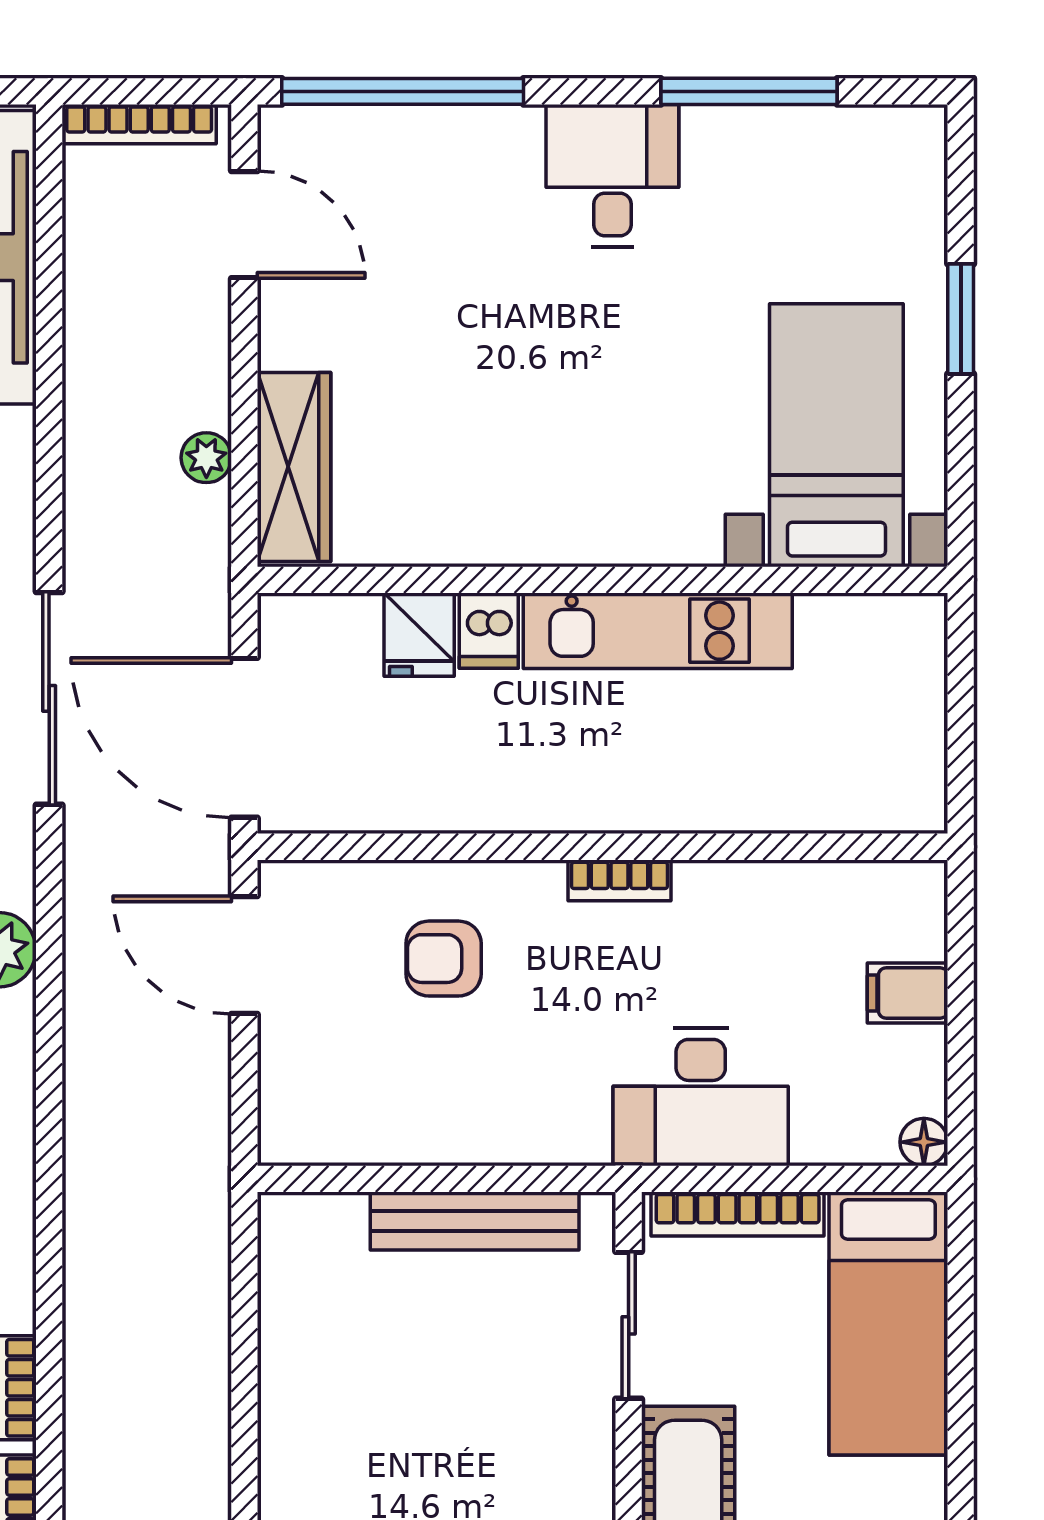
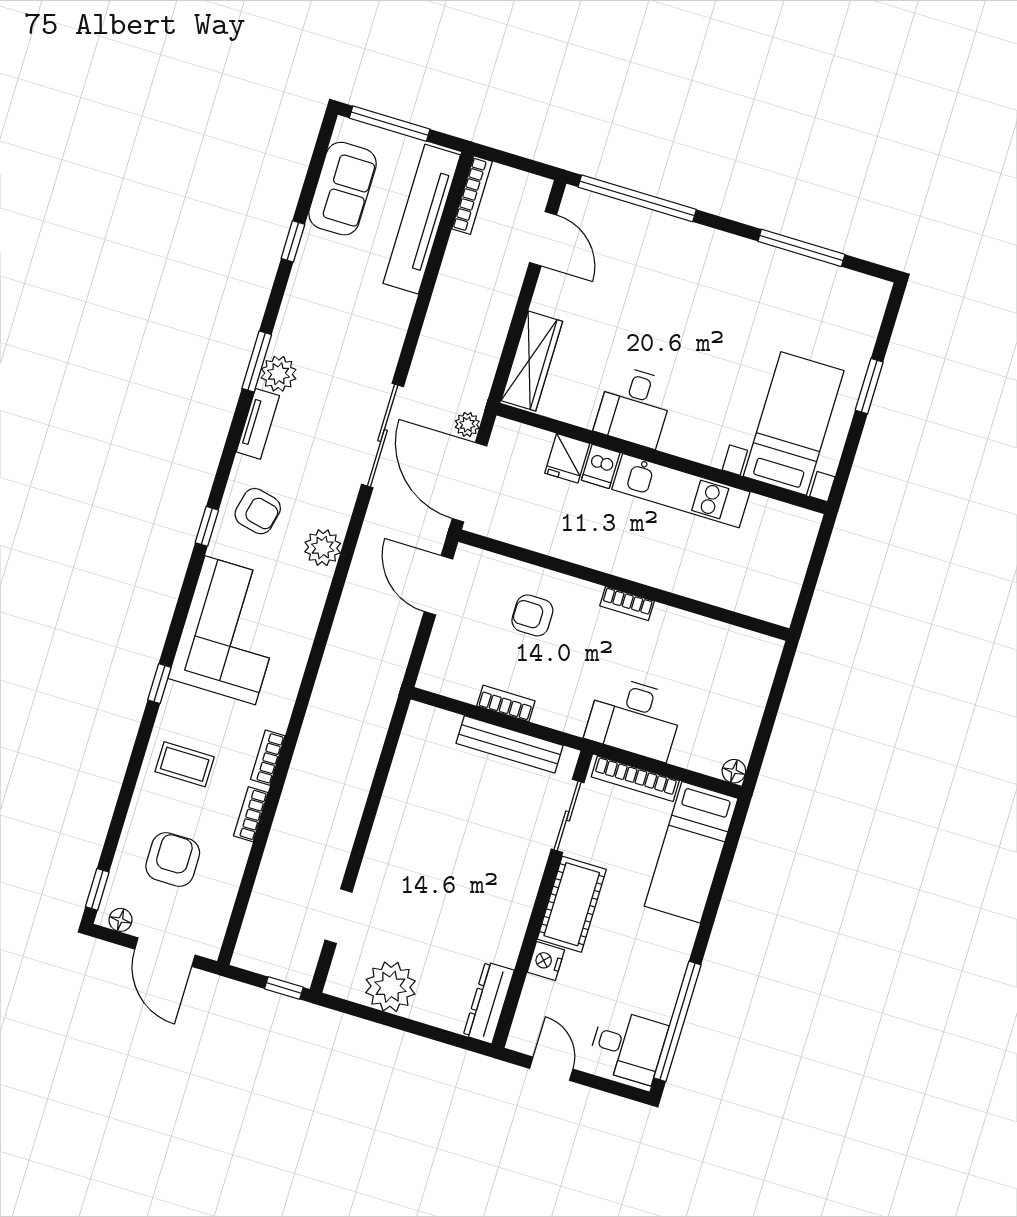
bookcase: (139, 124) -> (472, 195), moved, turned -90
desk: (612, 176) -> (634, 406), moved, turned 180
plant: (206, 458) -> (467, 424), moved
filing cabinet: (907, 993) -> (747, 698), removed
bookcase: (444, 1144) -> (506, 703), added

